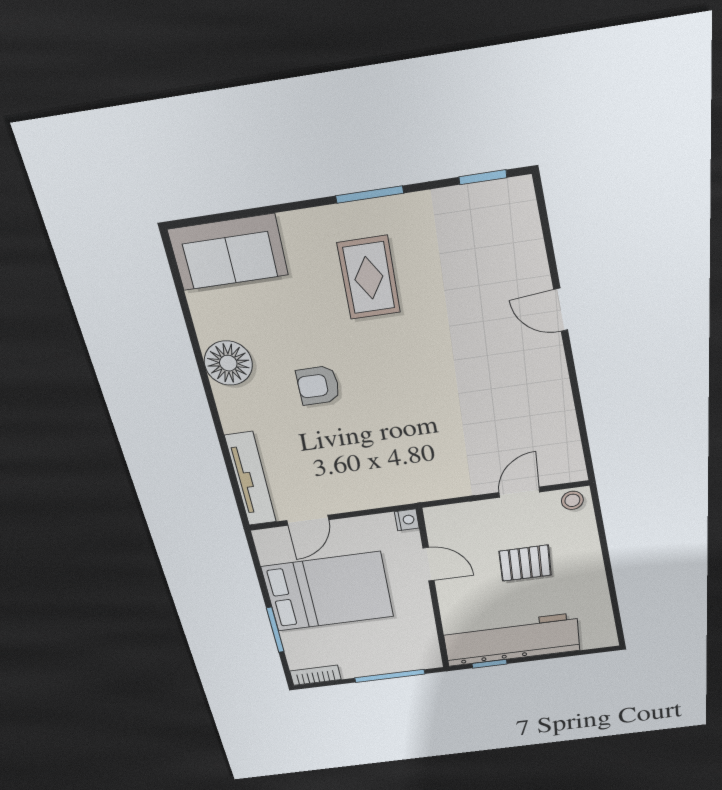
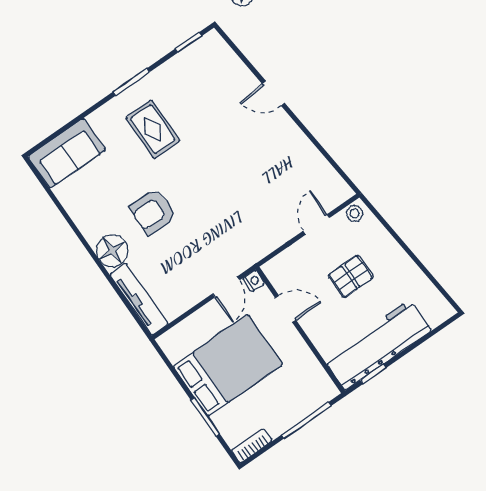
floor lamp: (228, 363) -> (112, 251), moved
armchair: (318, 385) -> (153, 211), width x1.38, depth x1.38
door: (308, 520) -> (226, 287), moved

